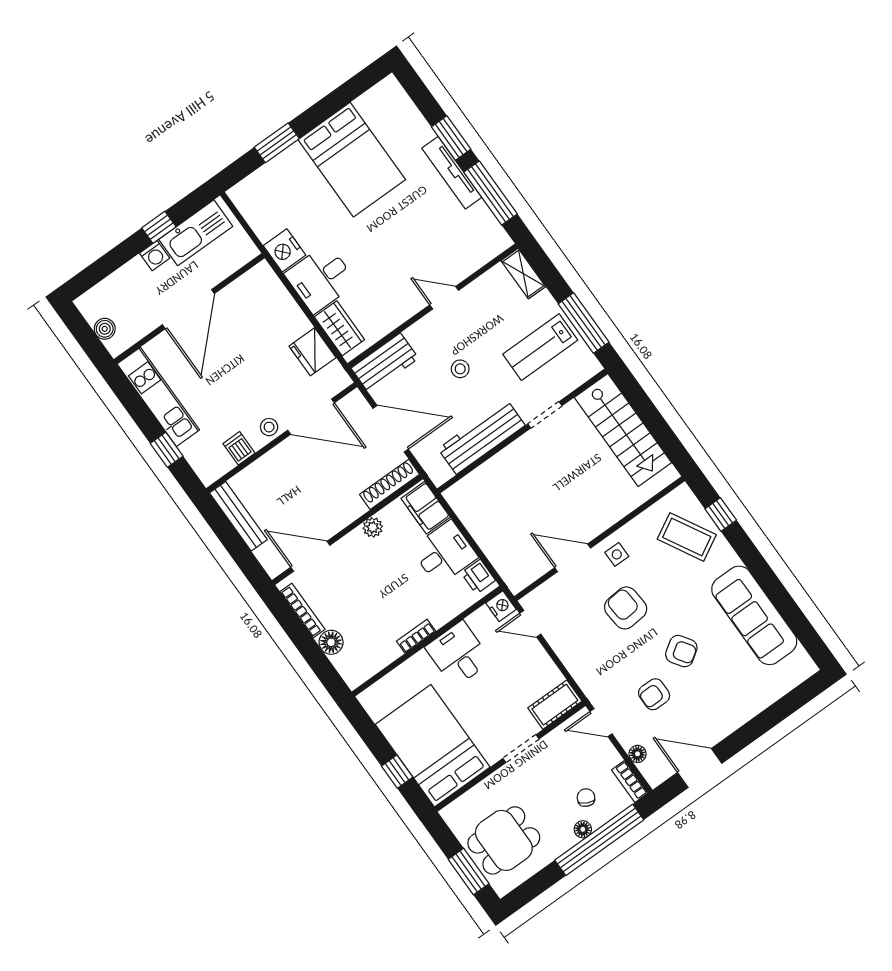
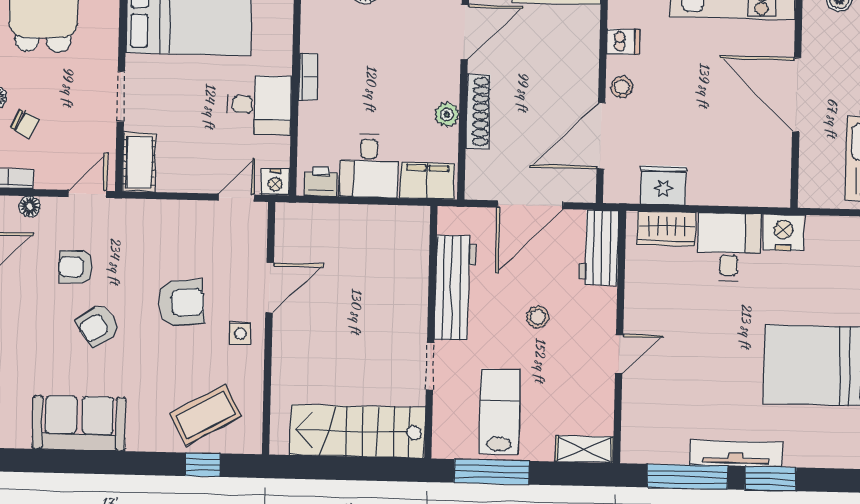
shoe rack: (390, 484) -> (478, 111), moved
sofa: (754, 615) -> (79, 423), width x0.73
armchair: (654, 694) -> (76, 267), turned -90

